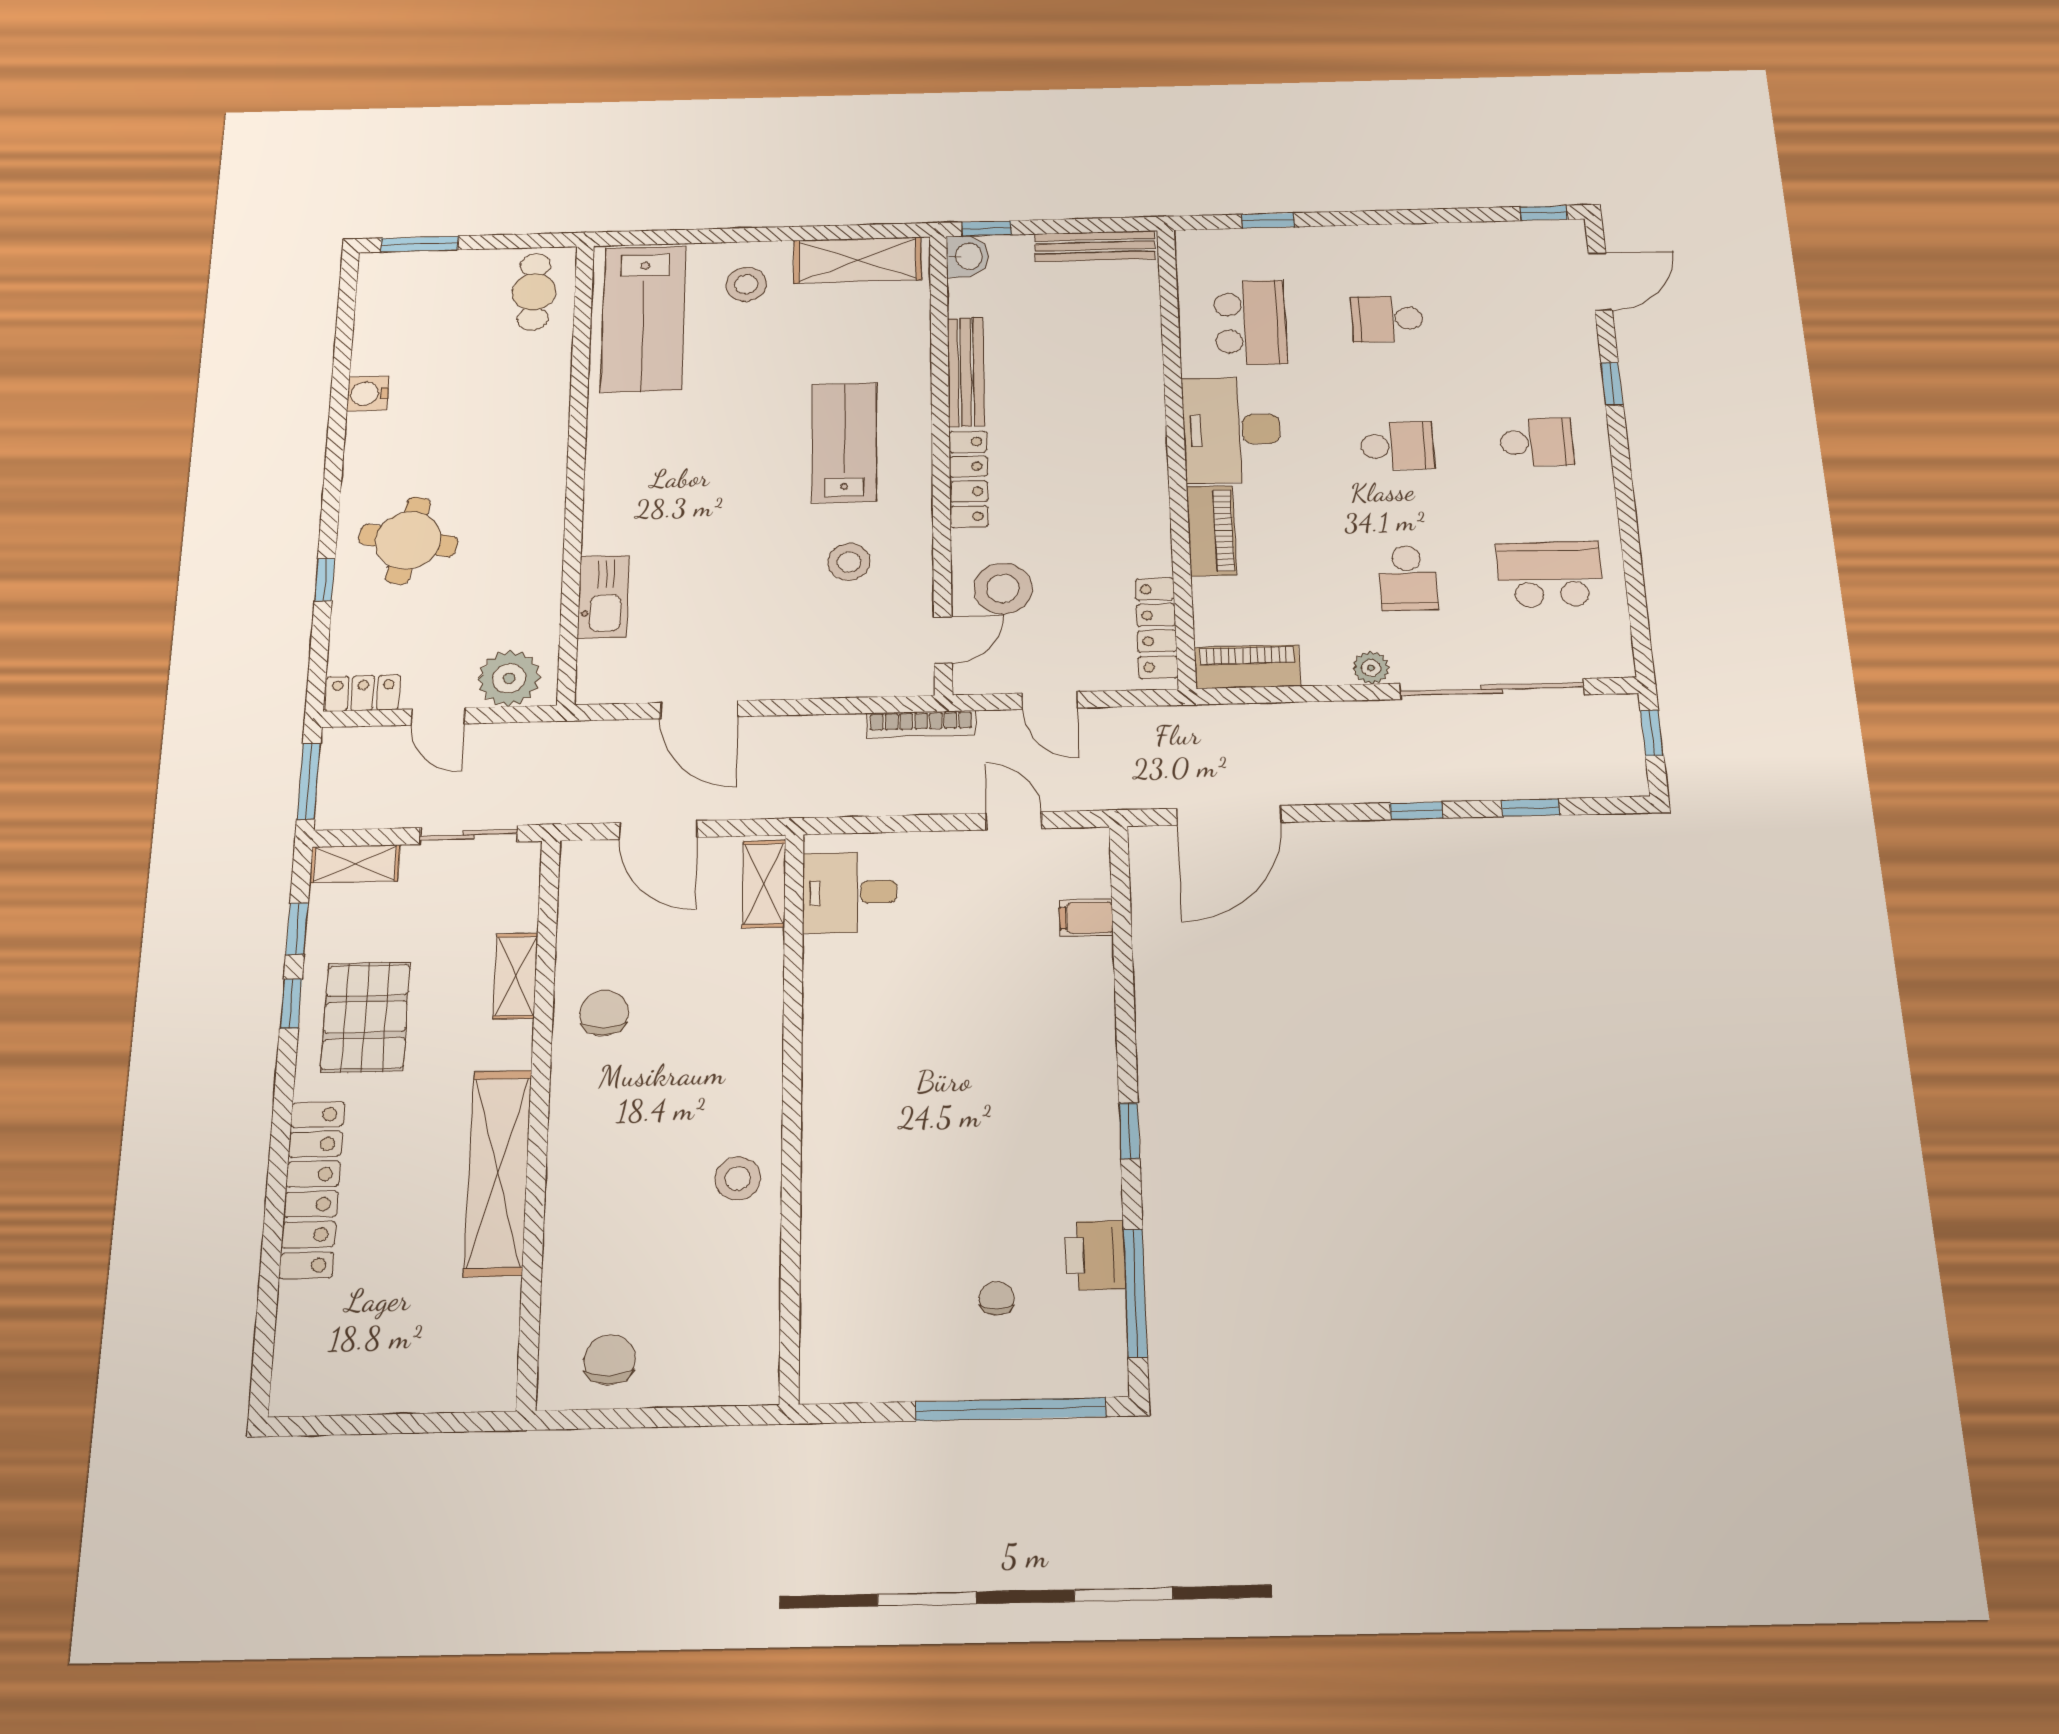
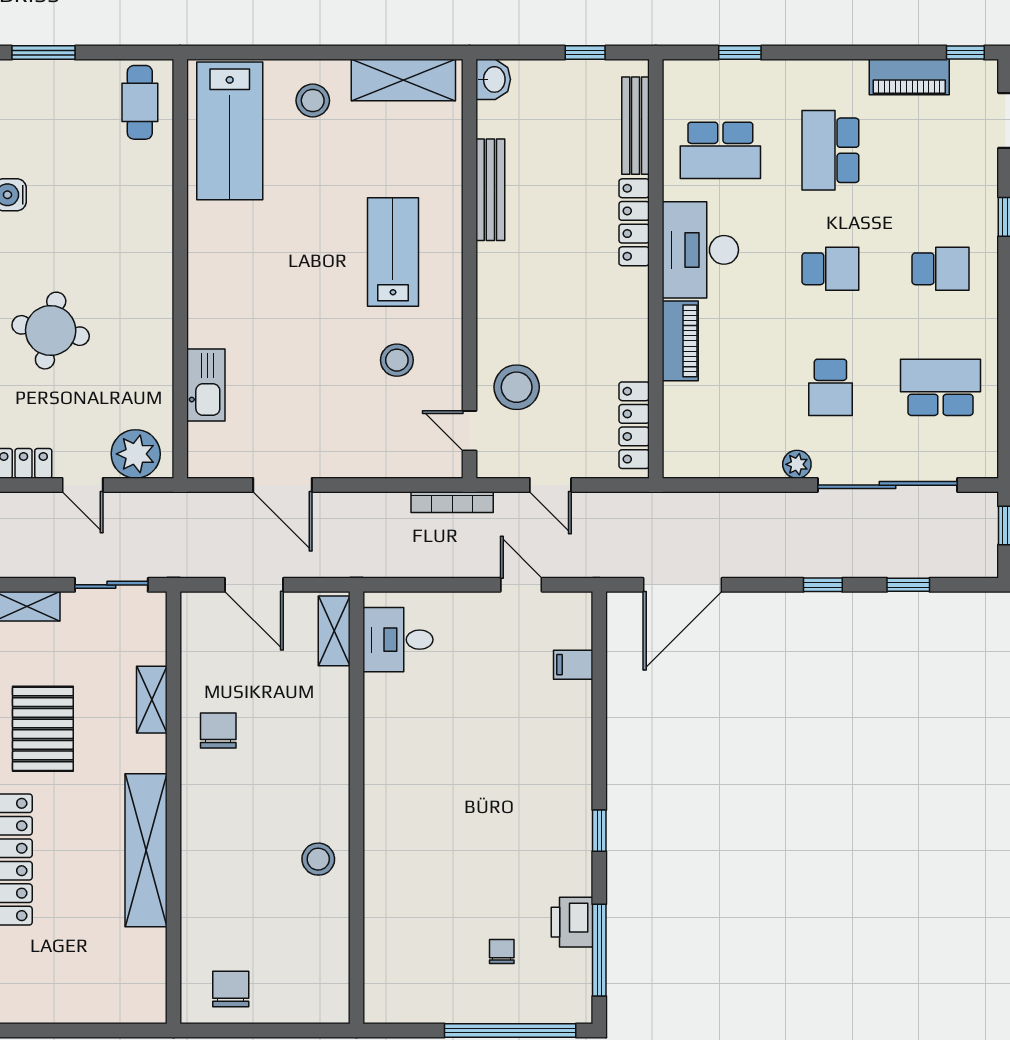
window: (987, 228) -> (585, 53), moved
bench: (1095, 246) -> (636, 126), moved, turned 90
school desk: (1387, 319) -> (830, 150), width x1.85
school desk: (1250, 322) -> (720, 150), turned 90
locker: (969, 479) -> (634, 222), moved, turned 180
door: (943, 640) -> (470, 431), swing flipped
piano: (1247, 667) -> (909, 77), moved, turned 180

